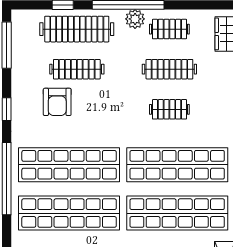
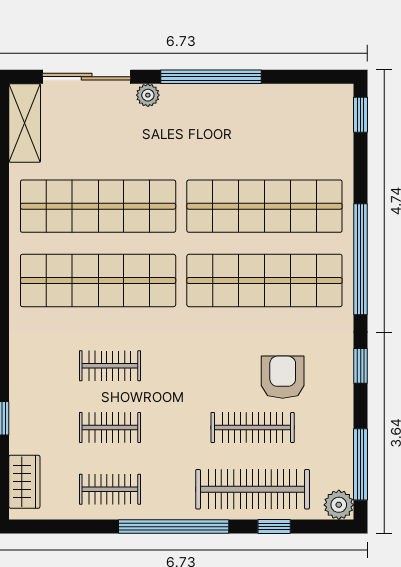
plant: (135, 19) -> (339, 505), moved
clothes rail: (169, 69) -> (110, 427), width x0.73

